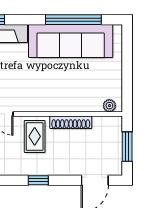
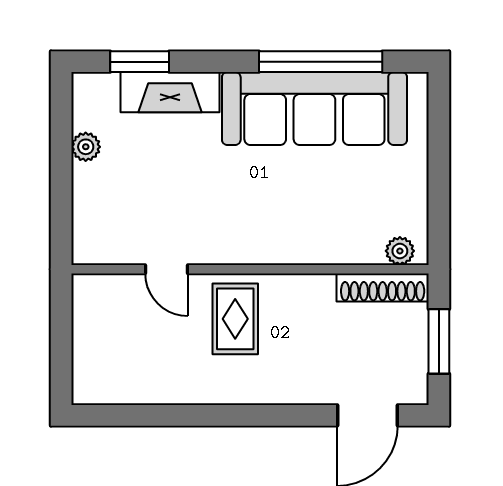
shoe rack: (71, 122) -> (383, 288), moved
window: (38, 180) -> (243, 415), removed

